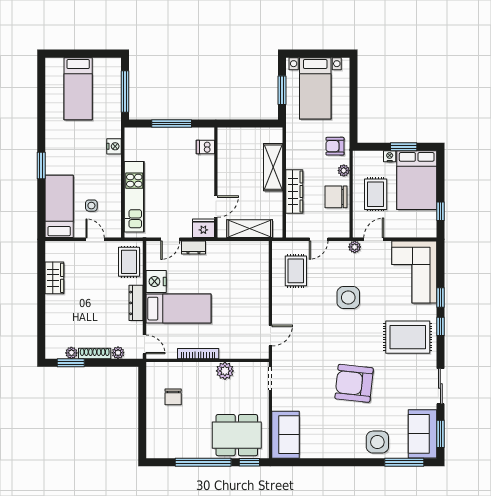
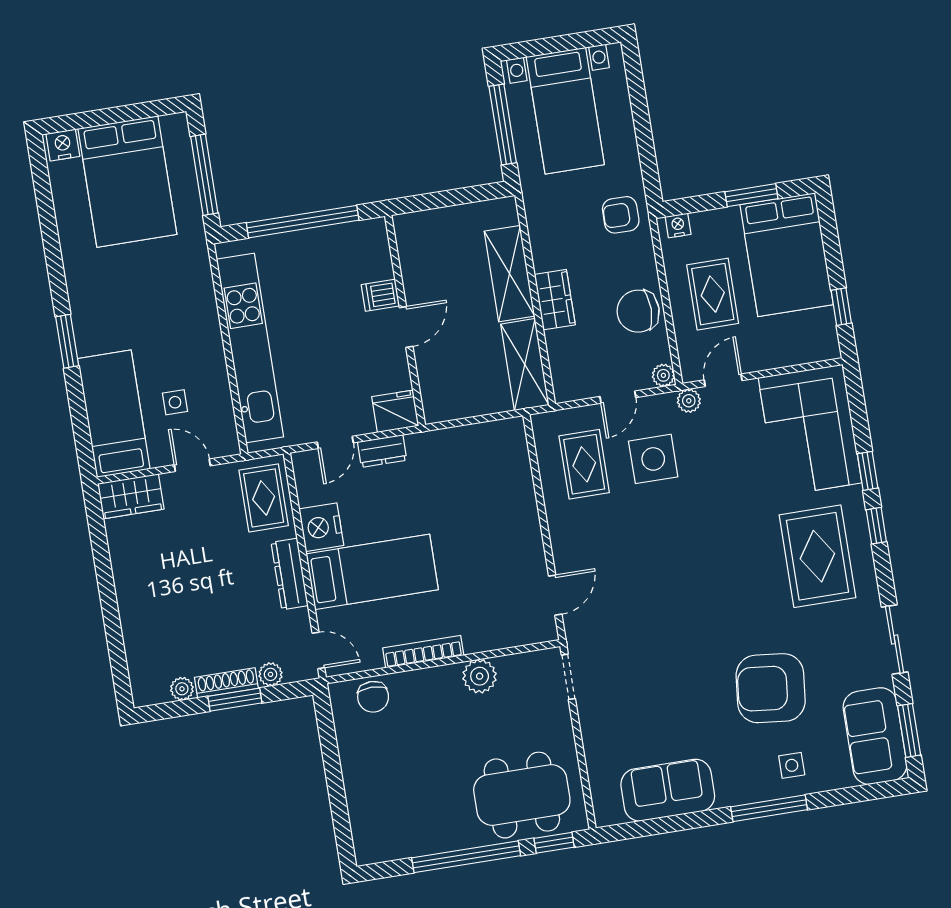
bed: (78, 89) -> (127, 182), width x1.50
window: (282, 90) -> (503, 125), width x1.44
window: (172, 124) -> (303, 222), width x1.46
nightstand: (114, 146) -> (63, 145), moved, turned -90
dishwasher: (205, 147) -> (380, 295), moved
nightstand: (390, 156) -> (678, 225), moved
plant: (344, 171) -> (663, 375), moved
wardrobe: (294, 191) -> (555, 300), width x0.67
kitchen unit: (134, 197) -> (250, 348), width x1.36
door: (216, 207) -> (406, 327), moved
shelving: (250, 229) -> (525, 365), moved, turned 90
wardrobe: (54, 278) -> (131, 496), moved, turned 90
side table: (348, 297) -> (653, 459), moved
rug: (408, 337) -> (817, 556), turned 90
window: (71, 363) -> (235, 700), moved
armchair: (354, 383) -> (771, 688), moved
chair: (173, 397) -> (373, 697), moved
sofa: (286, 435) -> (668, 790), moved, turned -90
side table: (377, 442) -> (792, 765), width x0.54, depth x0.54
window: (404, 462) -> (769, 808), moved

